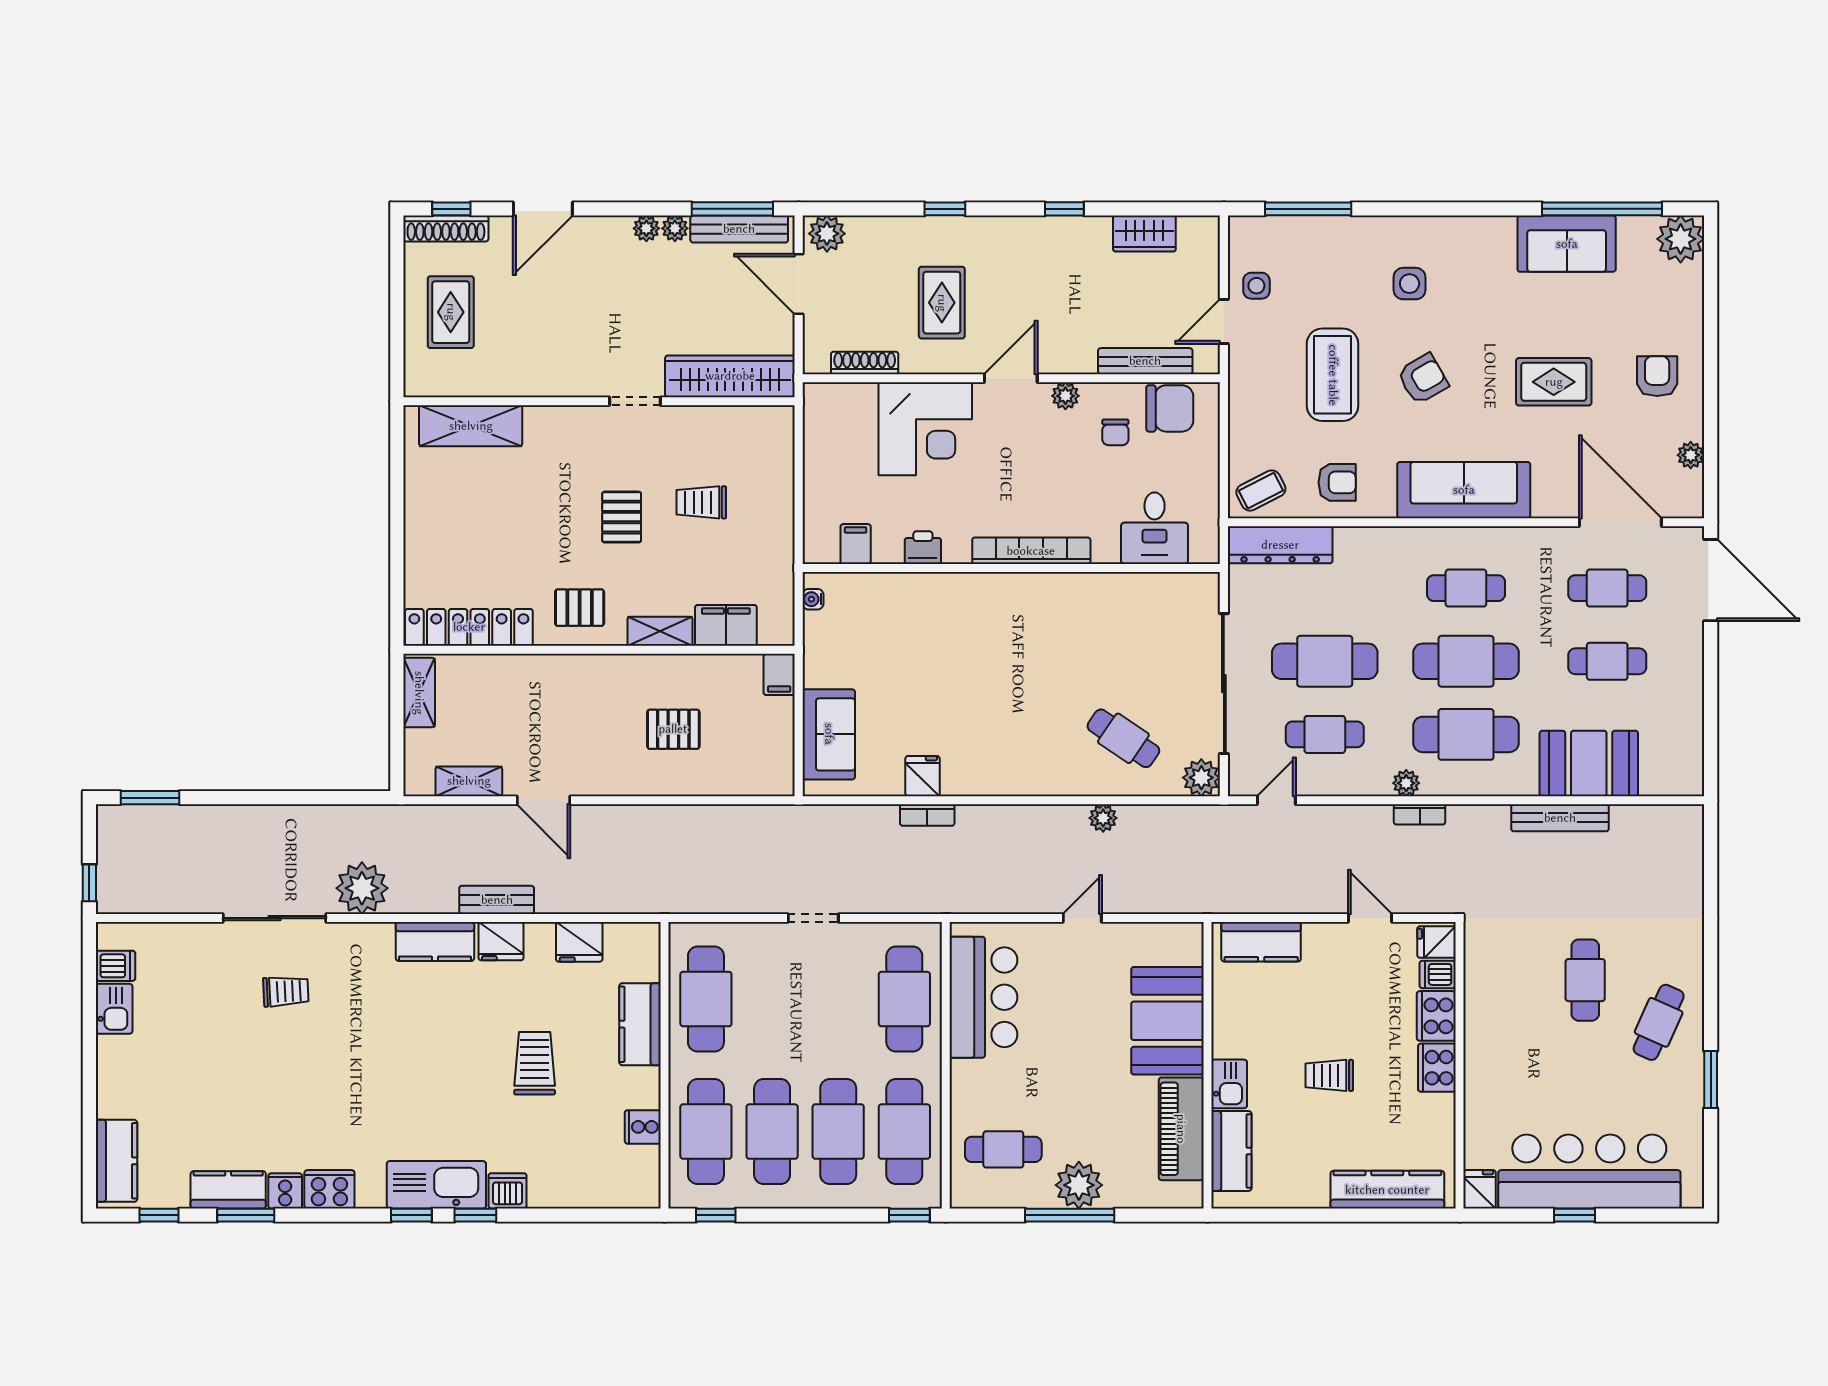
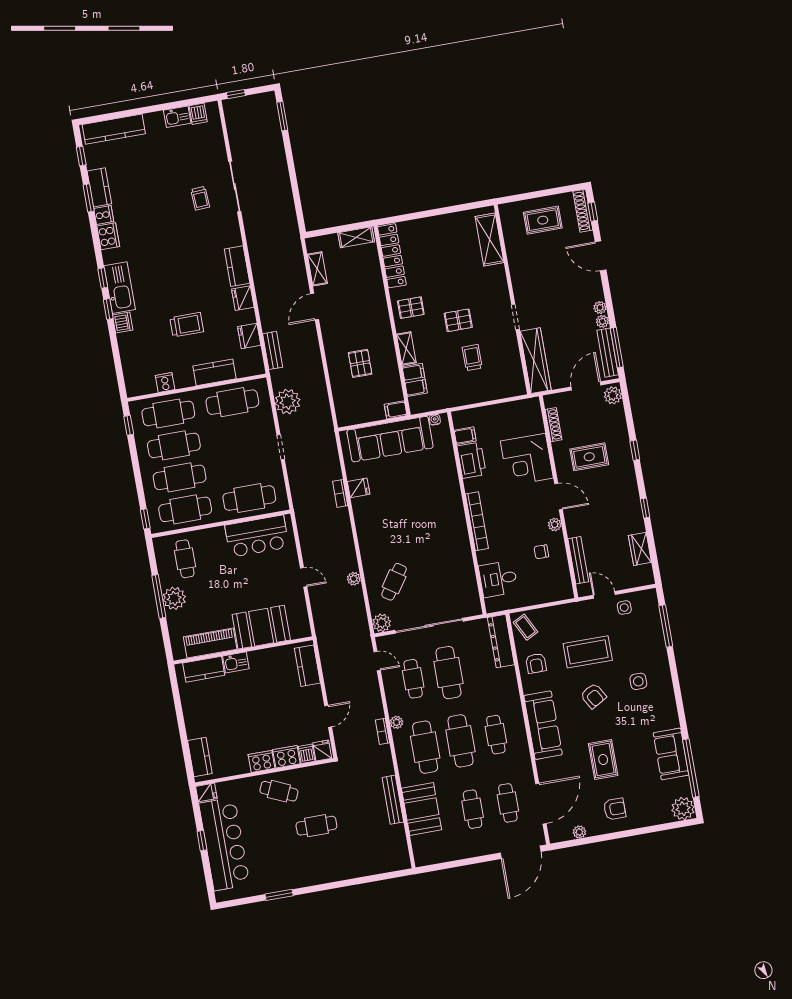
chair: (1170, 408) -> (558, 576), removed
printer: (923, 548) -> (472, 460), width x1.87, depth x1.48
pallet: (580, 608) -> (411, 308), turned 90
sofa: (829, 734) -> (390, 439), width x1.85, depth x1.27
plant: (362, 888) -> (288, 402), moved
bench: (497, 900) -> (273, 350), moved
cafe table: (1659, 1022) -> (279, 791), moved
trolley: (1329, 1075) -> (249, 710), removed
kitchen counter: (116, 1161) -> (114, 129), width x1.50
kitchen counter: (1387, 1190) -> (200, 757), width x0.67

